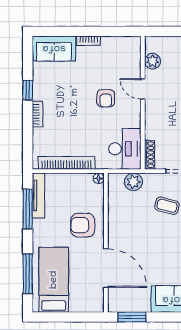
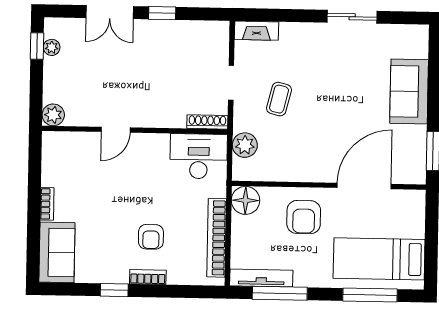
plant: (153, 61) -> (53, 115), moved
armchair: (106, 98) -> (151, 237), moved, turned 90
floor lamp: (99, 178) -> (245, 200), width x1.89, depth x1.89

